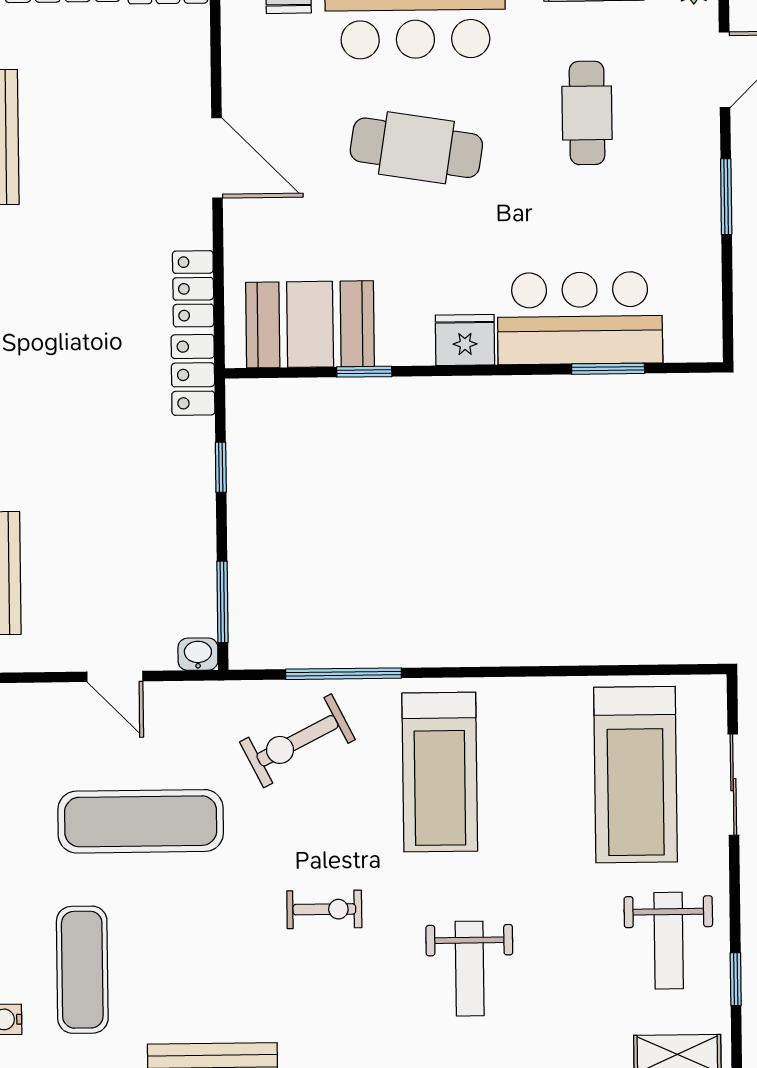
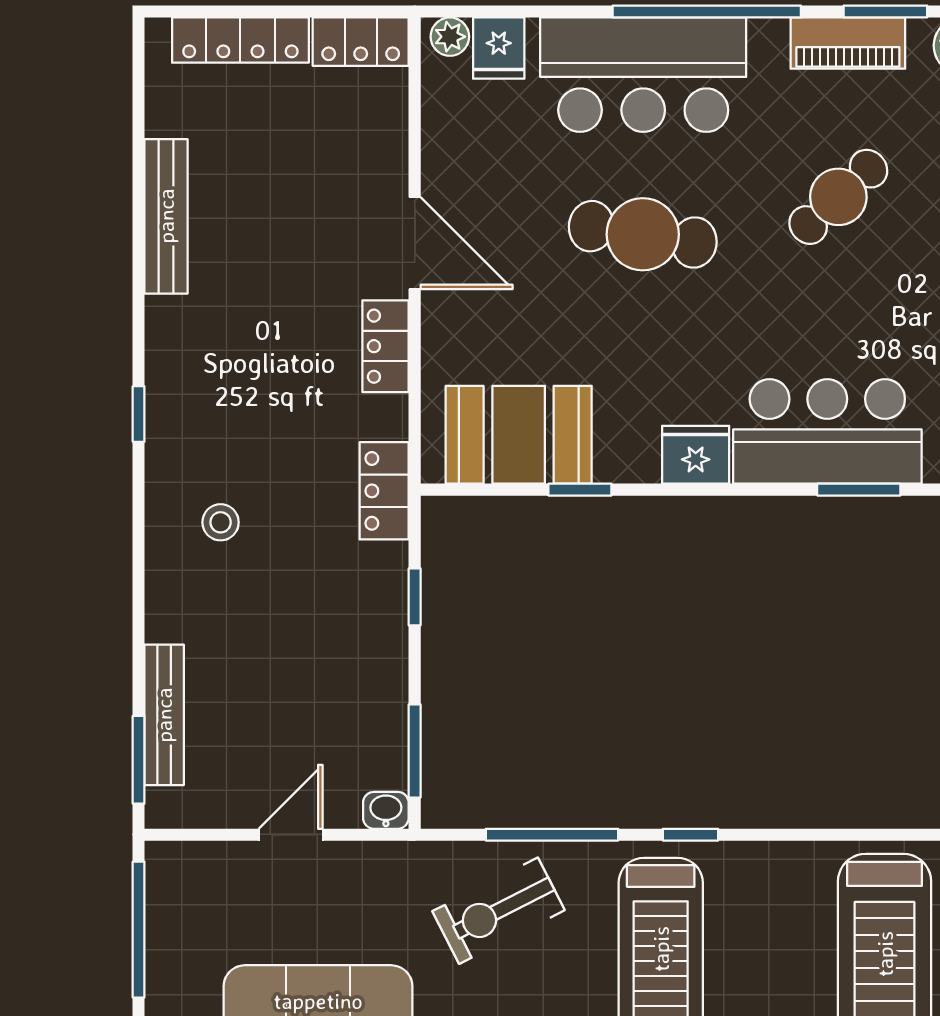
cafe table: (587, 113) -> (838, 197), turned 47
locker: (193, 289) -> (386, 346), moved
stool: (50, 404) -> (221, 522), added
window: (465, 672) -> (691, 835), added
door: (115, 676) -> (291, 835), swing flipped

